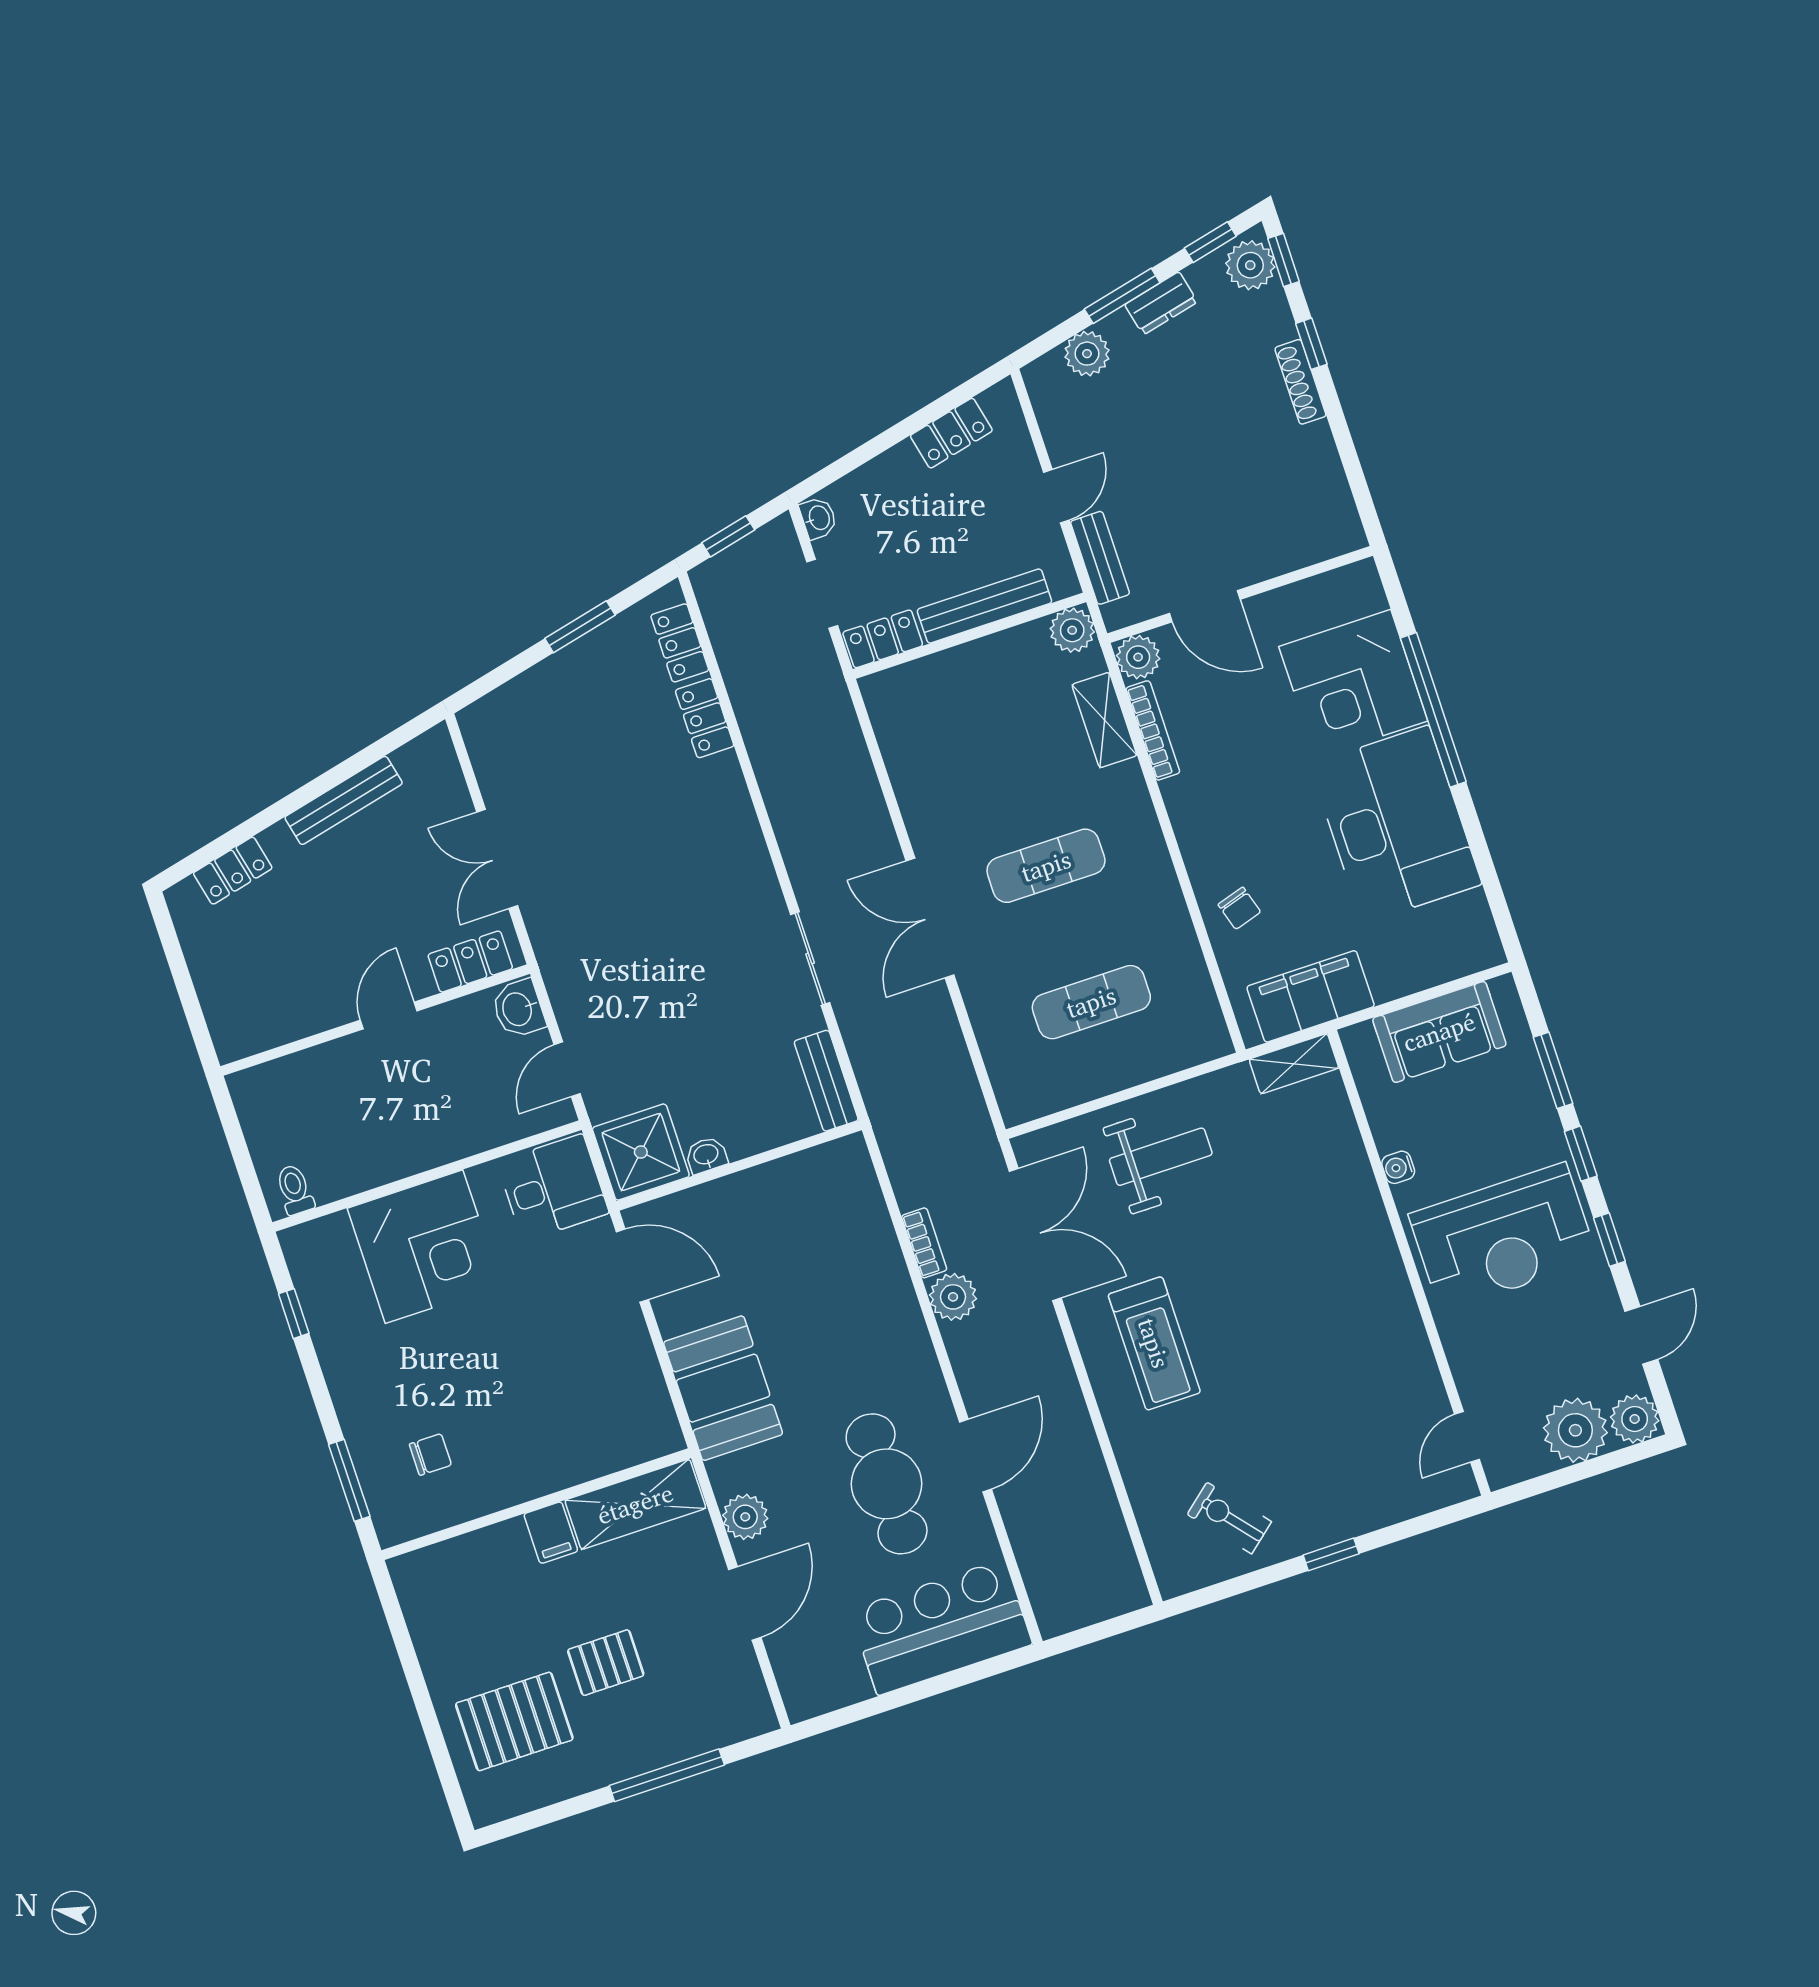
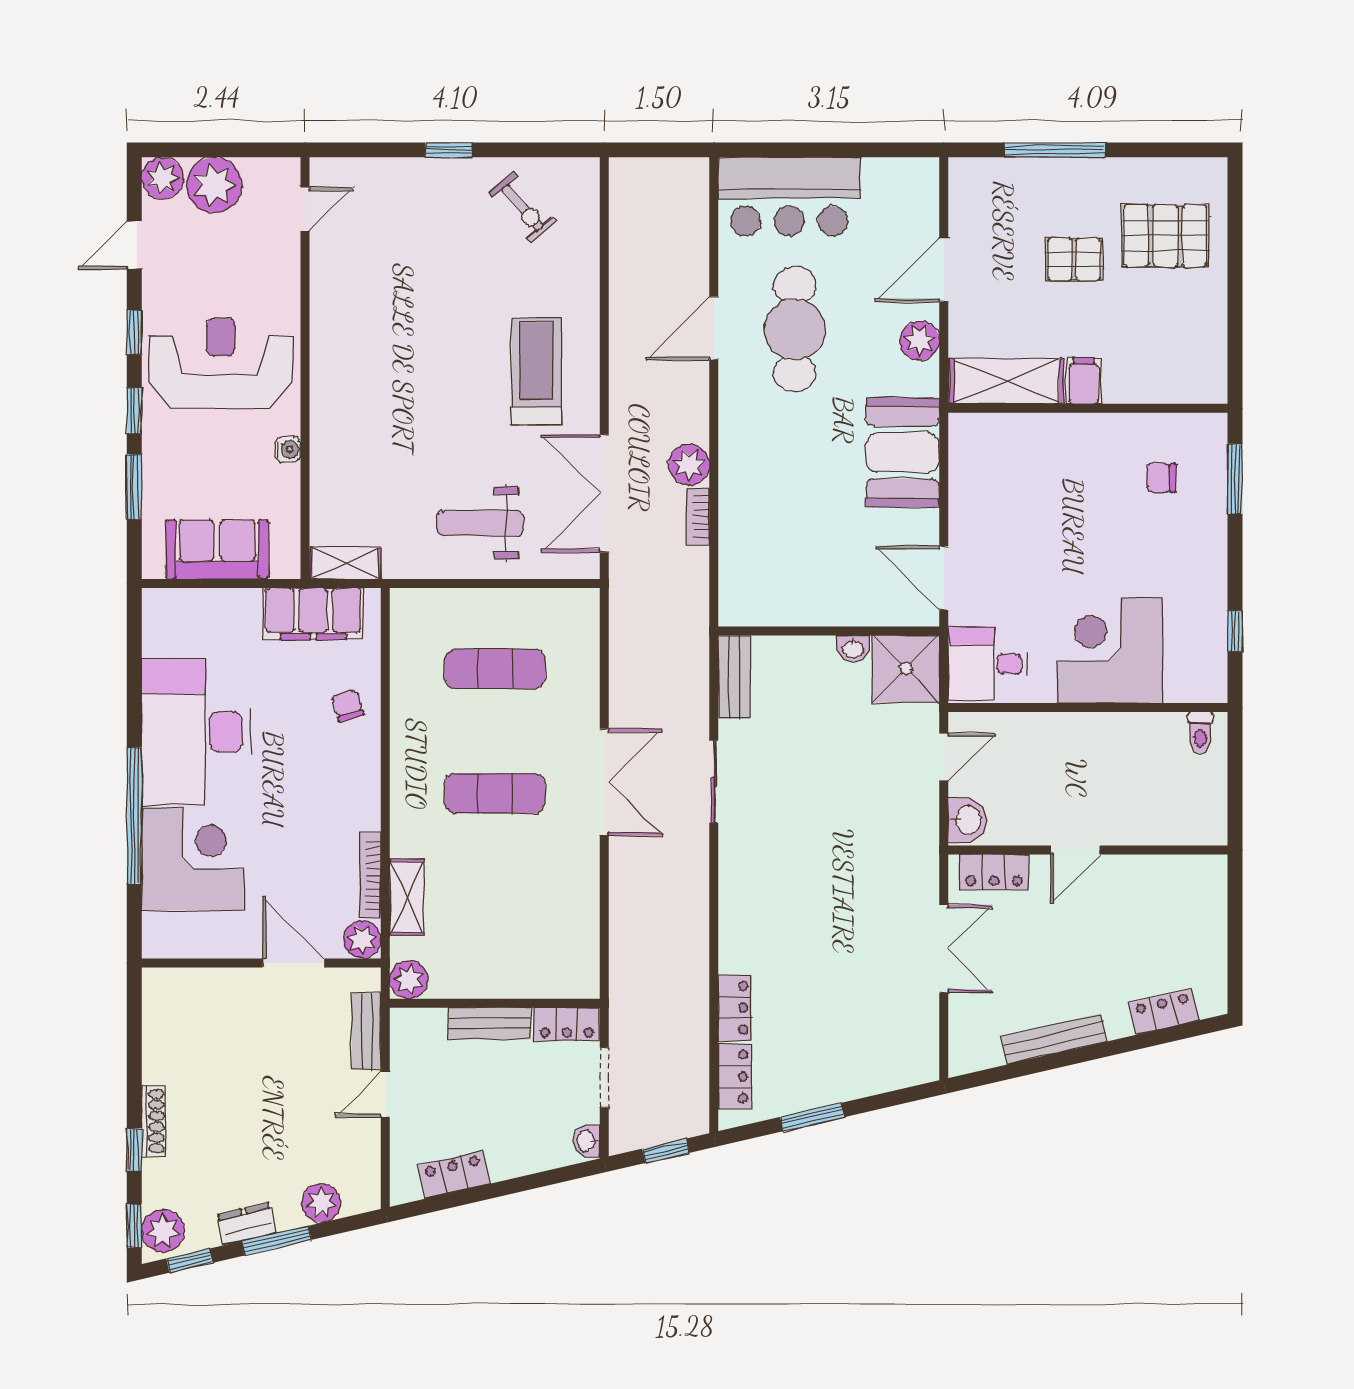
bench: (984, 606) -> (489, 1023), width x0.73

